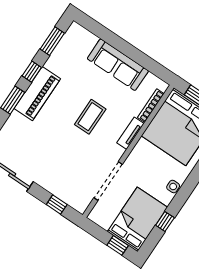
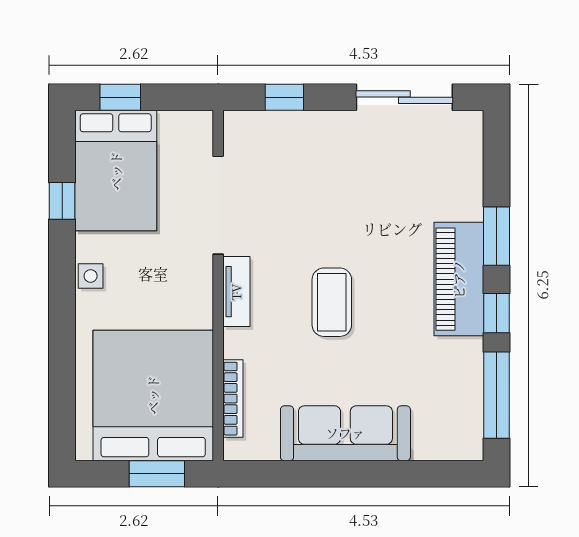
window: (52, 41) -> (497, 395), width x1.44
tv unit: (130, 133) -> (236, 292), moved

